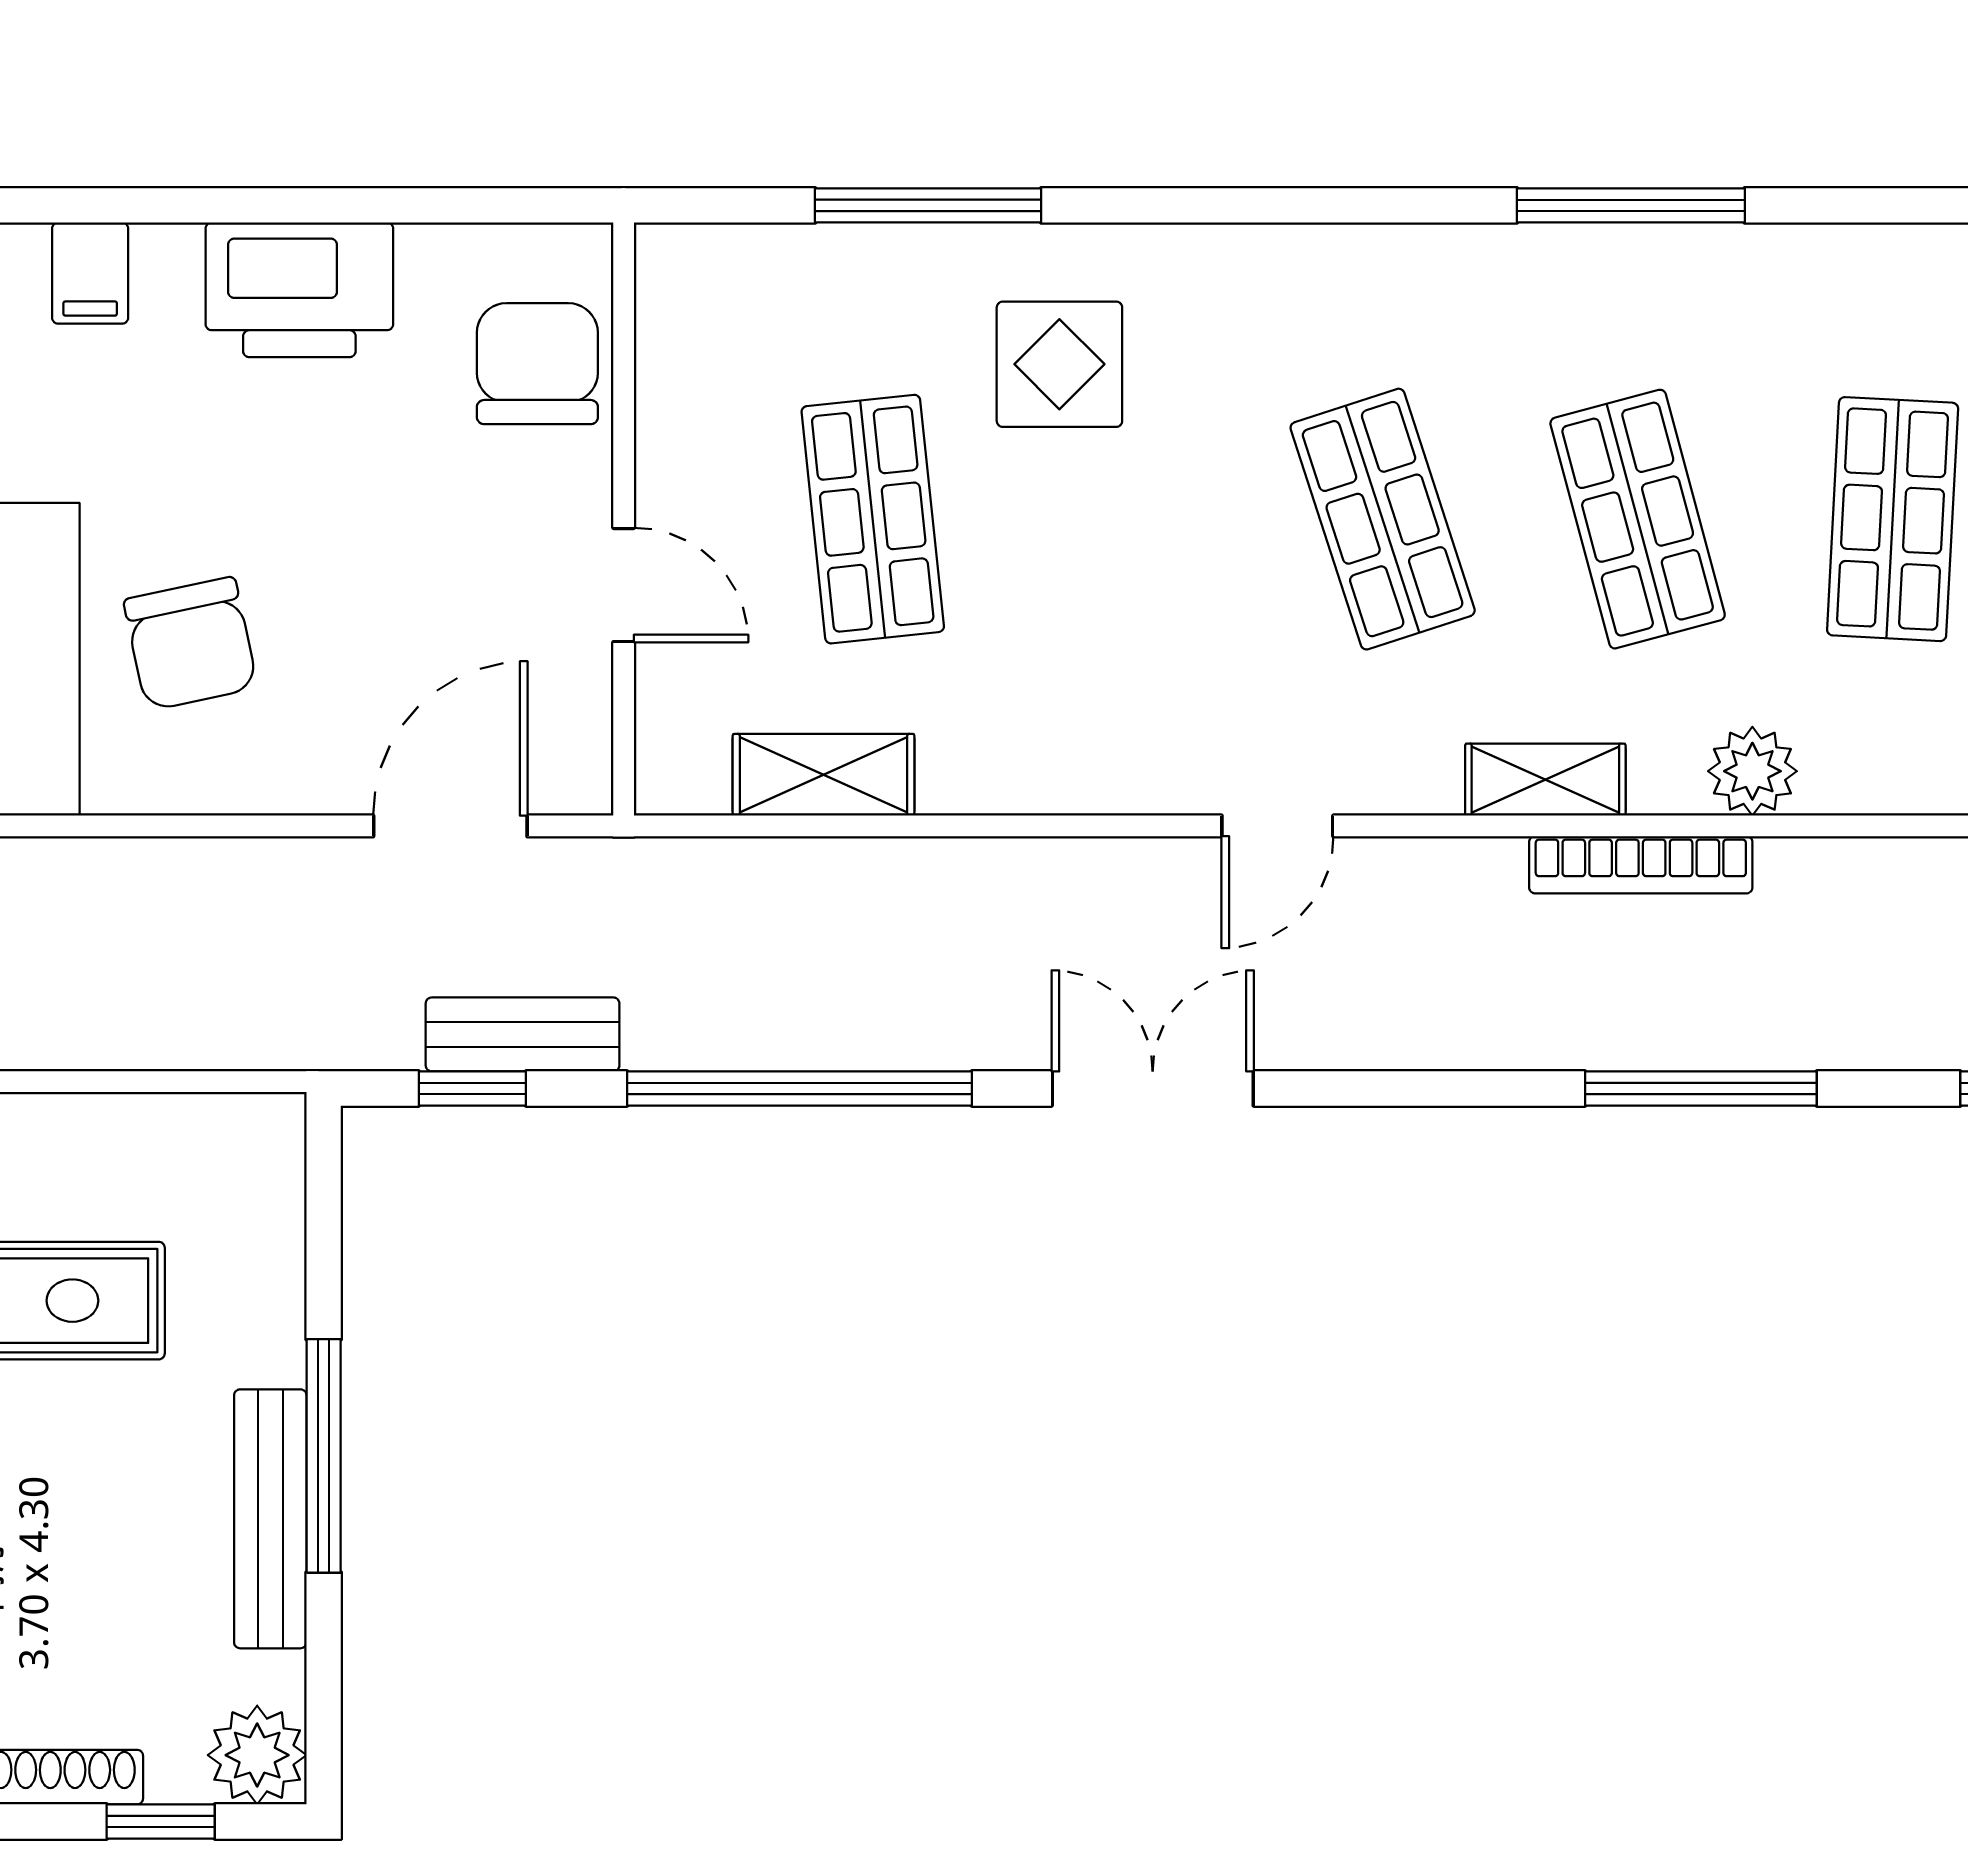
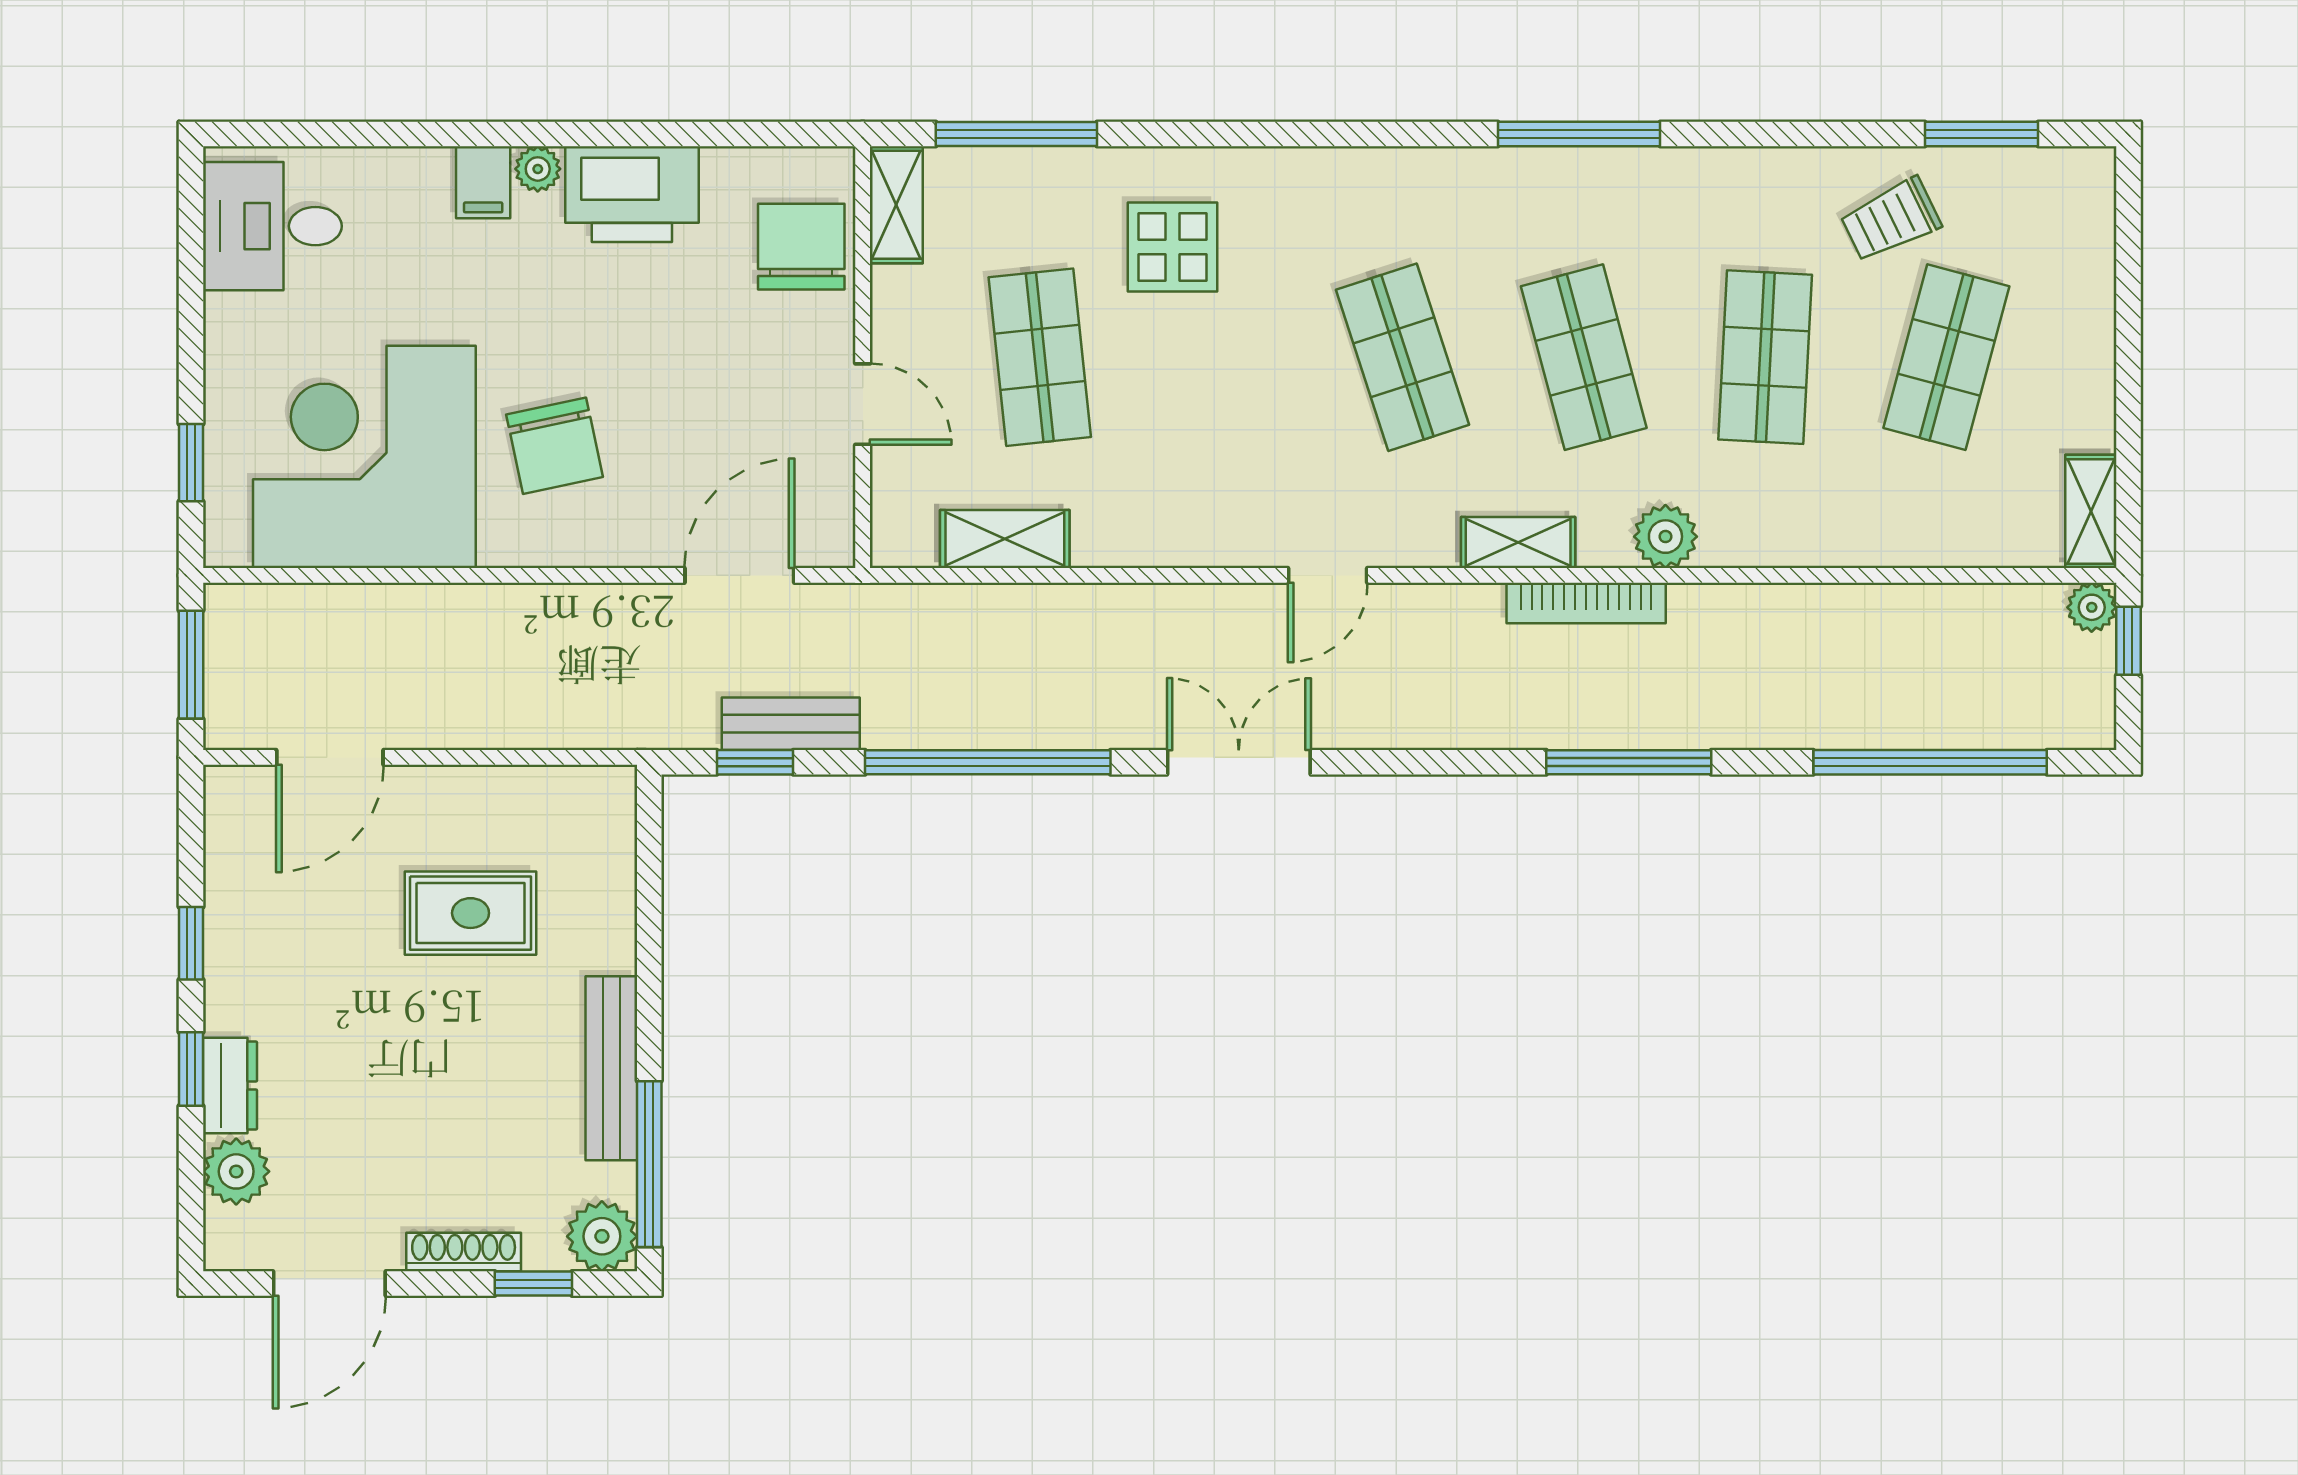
window: (928, 205) -> (1016, 134), moved
plant: (167, 254) -> (538, 169), added
shelving: (671, 305) -> (896, 205), added
window: (324, 1456) -> (649, 1164), moved

